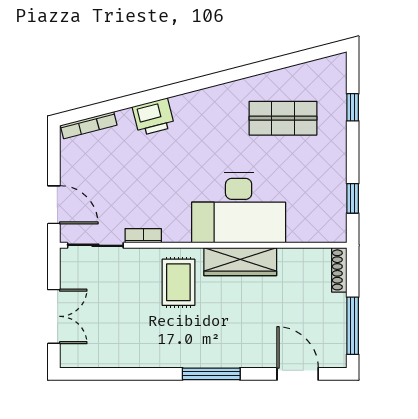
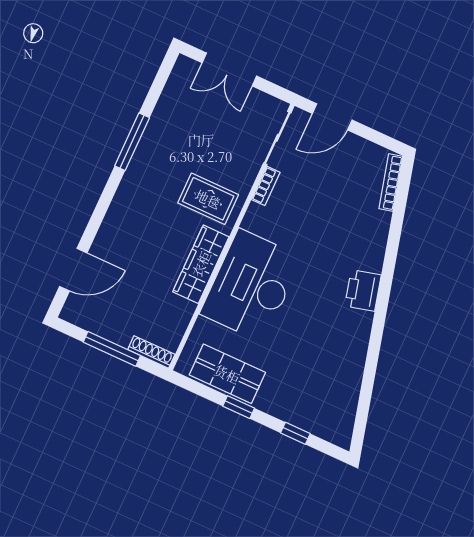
printer: (153, 117) -> (363, 290), moved
shop shelf: (283, 118) -> (227, 374), moved, turned 90
window: (353, 198) -> (239, 407), moved
window: (353, 326) -> (112, 349), moved
window: (211, 374) -> (132, 142), moved

